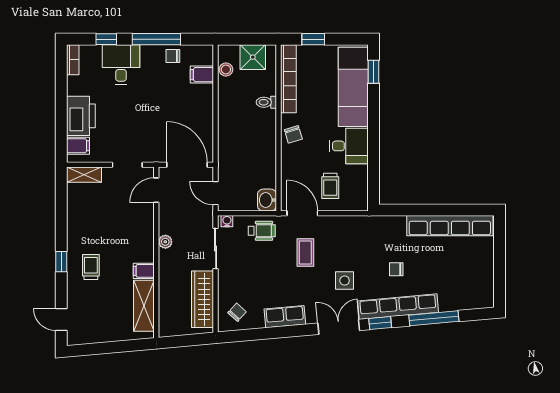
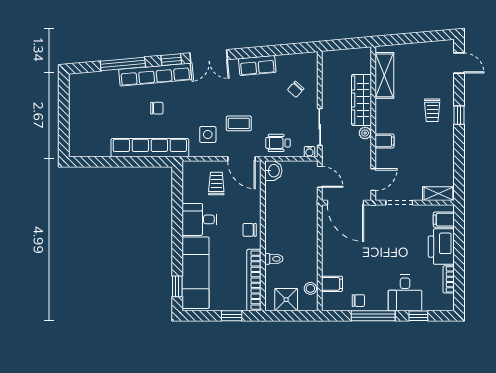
bookcase: (73, 60) -> (449, 279), moved
chair: (293, 134) -> (250, 230), turned -73
row of seats: (450, 226) -> (150, 148), moved
coffee table: (305, 252) -> (239, 123), turned 90
filing cabinet: (144, 271) -> (385, 141), moved
side table: (345, 281) -> (208, 134), moved
wardrobe: (202, 299) -> (361, 100), moved, turned 180
chair: (237, 312) -> (296, 89), moved

